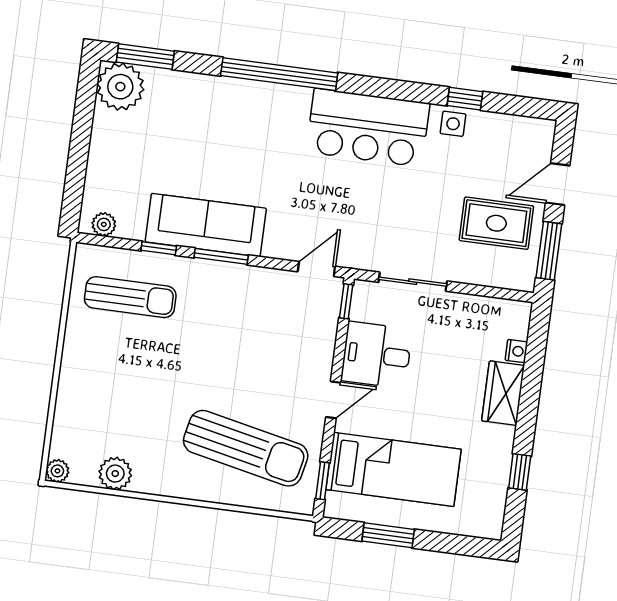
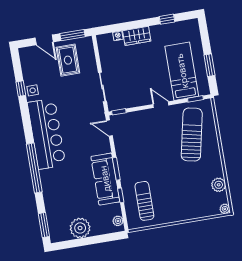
plant: (120, 87) -> (80, 228), moved
bar counter: (368, 128) -> (46, 134), width x1.36
desk: (376, 355) -> (137, 93), removed

